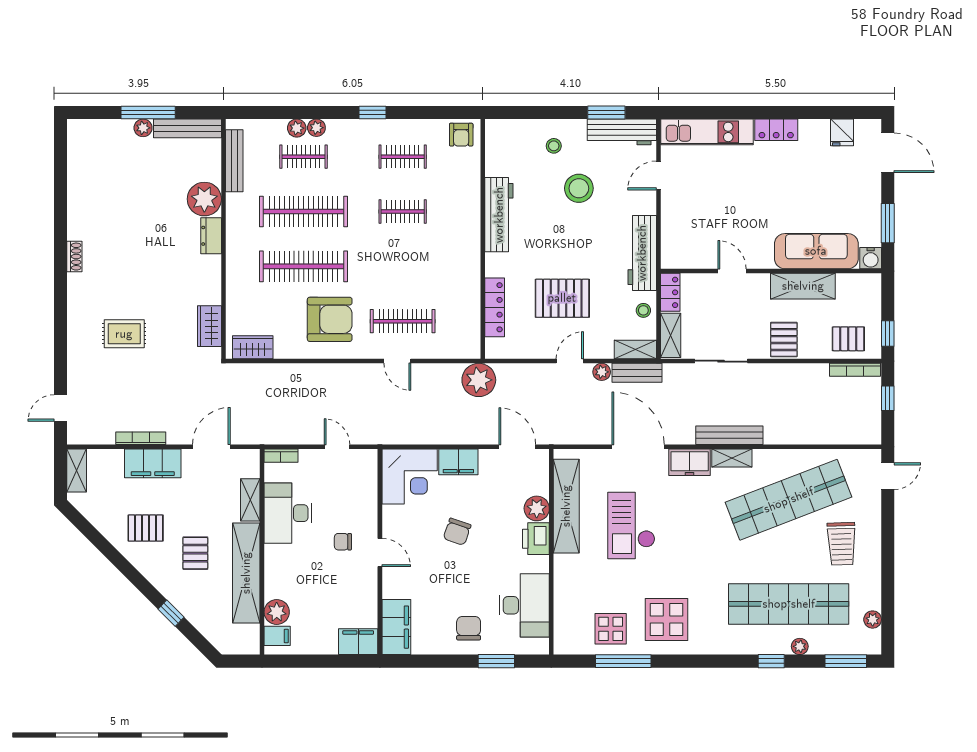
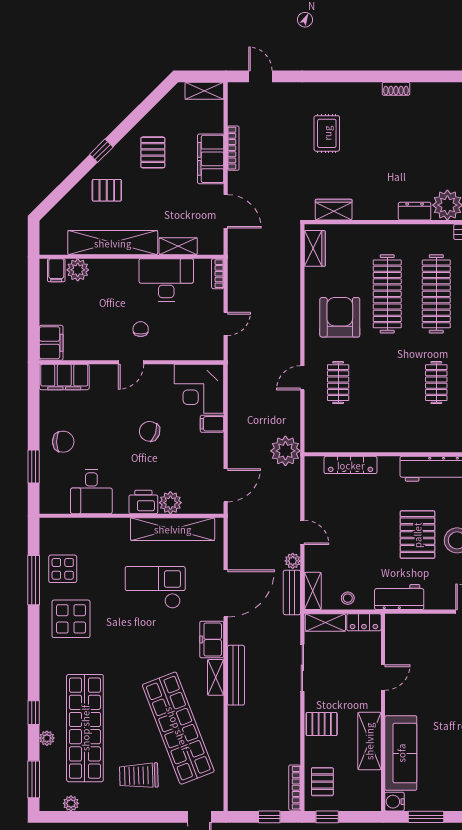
workbench: (642, 253) -> (399, 597), width x0.73
pallet: (562, 298) -> (417, 535), moved
armchair: (330, 319) -> (340, 317), turned 180
clothes rail: (403, 321) -> (338, 383), width x0.73
filing cabinet: (458, 462) -> (212, 424), width x0.50
pallet: (195, 553) -> (107, 190), moved
desk: (524, 605) -> (91, 491), width x0.73
window: (171, 613) -> (101, 151), moved

